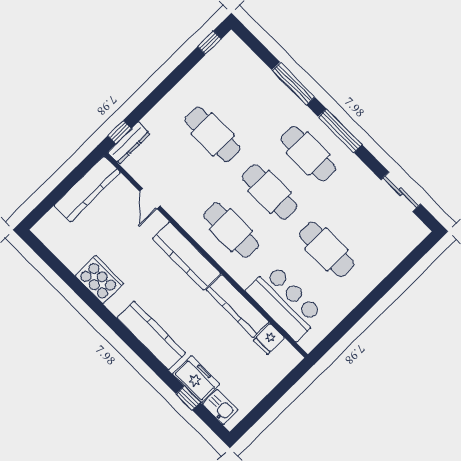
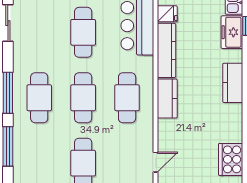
kitchen counter: (186, 256) -> (167, 98), width x0.67
cooker: (99, 280) -> (231, 159), moved
kitchen counter: (151, 335) -> (233, 83), width x0.67

